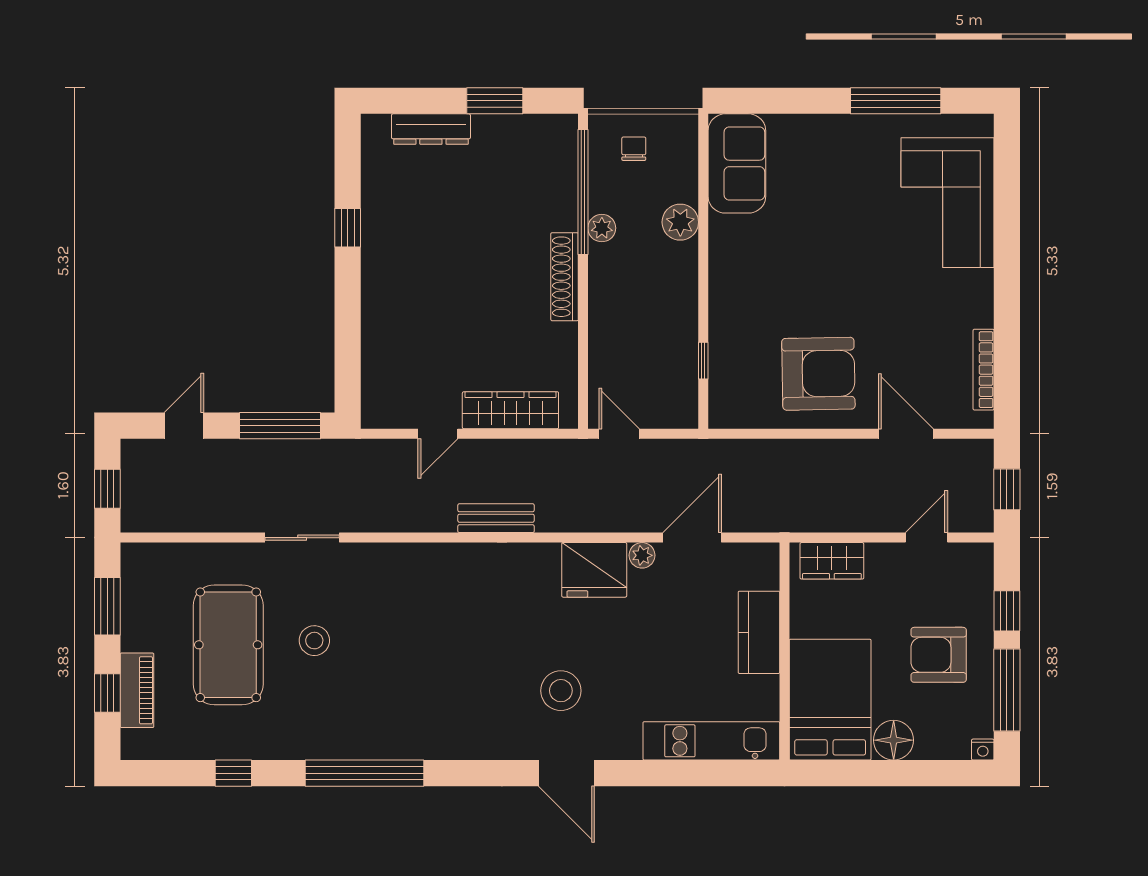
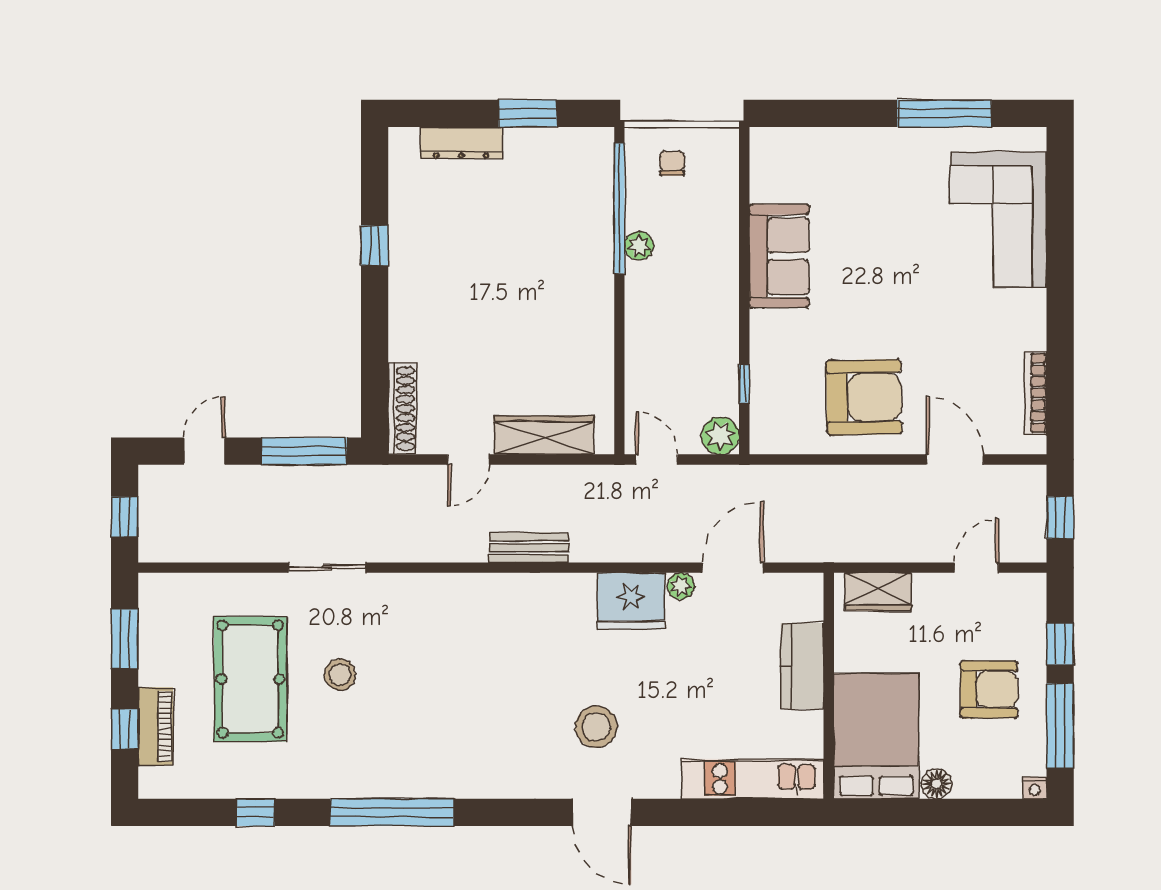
sofa: (737, 163) -> (779, 256), moved
plant: (680, 222) -> (720, 436), moved
shoe rack: (565, 277) -> (402, 409), moved, turned 180
armchair: (939, 655) -> (989, 689), turned 180
floor lamp: (894, 740) -> (936, 784), width x0.73, depth x0.73

